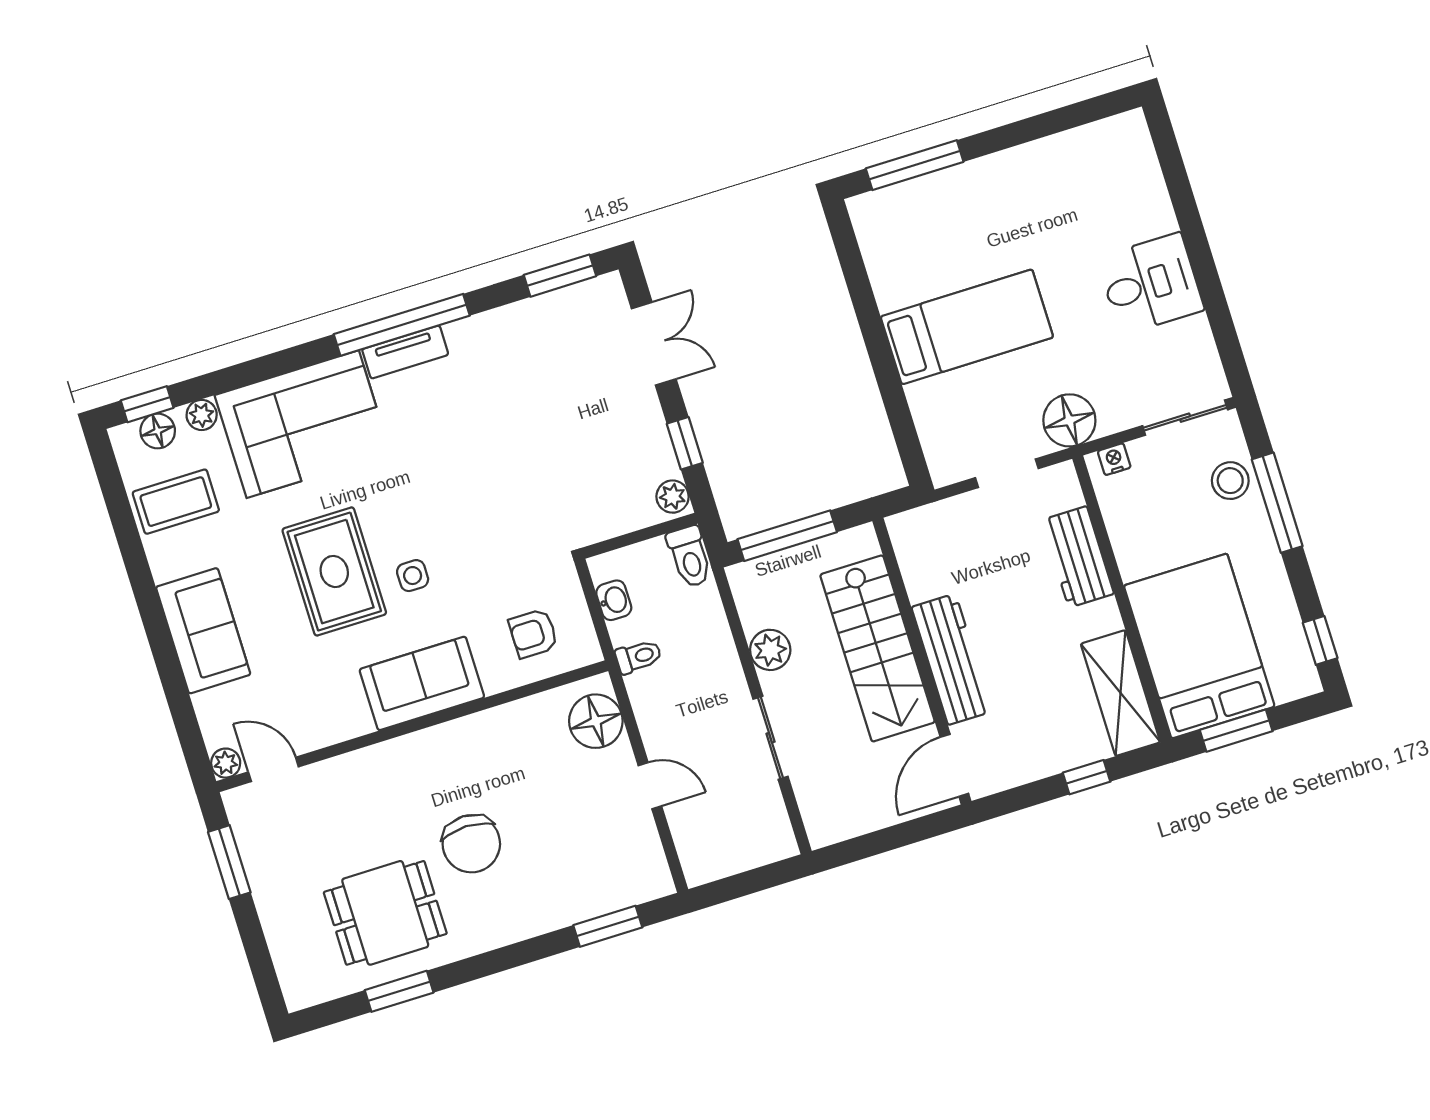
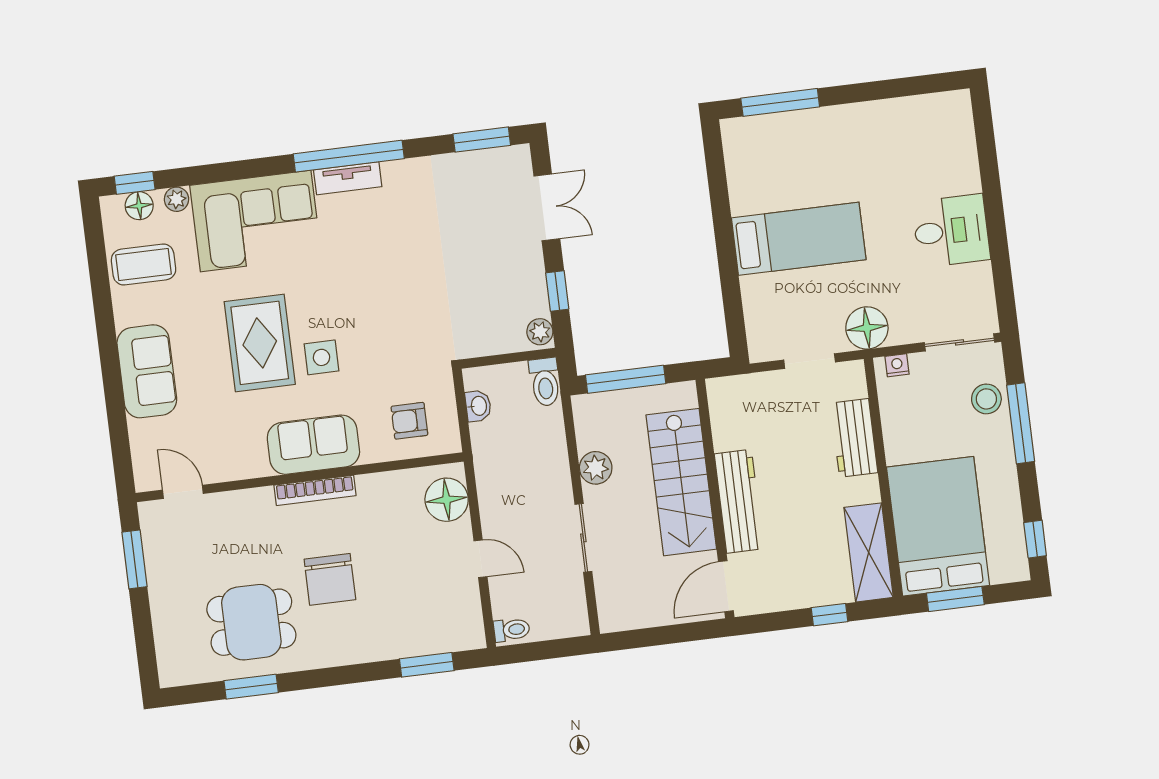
side table: (413, 576) -> (322, 357), width x1.37, depth x1.37
toilet: (638, 657) -> (512, 630), moved
bookcase: (434, 739) -> (315, 490), added
plant: (226, 763) -> (146, 480), removed

